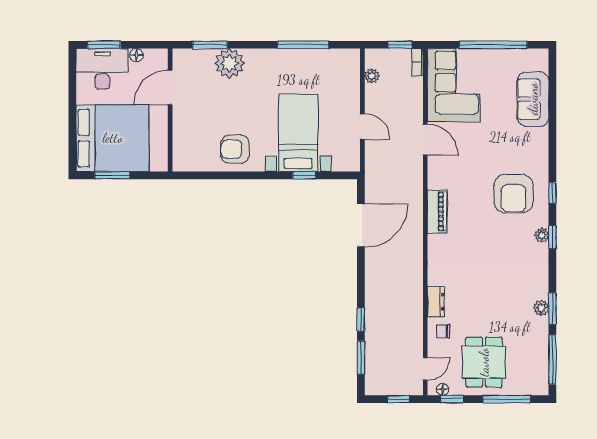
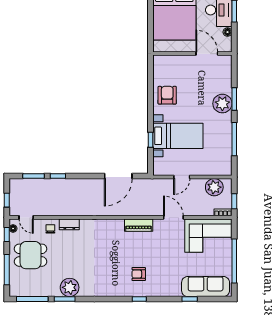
window: (210, 45) -> (234, 99), moved
plant: (229, 63) -> (222, 104), moved
plant: (372, 76) -> (214, 187), width x1.88, depth x1.88
sofa: (533, 99) -> (206, 287), width x1.36
door: (425, 140) -> (173, 217), swing flipped
window: (112, 175) -> (150, 16), removed
armchair: (513, 194) -> (139, 274), width x0.53, depth x0.53
piano: (437, 212) -> (139, 225), moved
door: (361, 225) -> (118, 176), hinge flipped
plant: (542, 235) -> (112, 292), removed
window: (552, 237) -> (190, 299), moved
plant: (541, 308) -> (70, 287), width x1.87, depth x1.87

